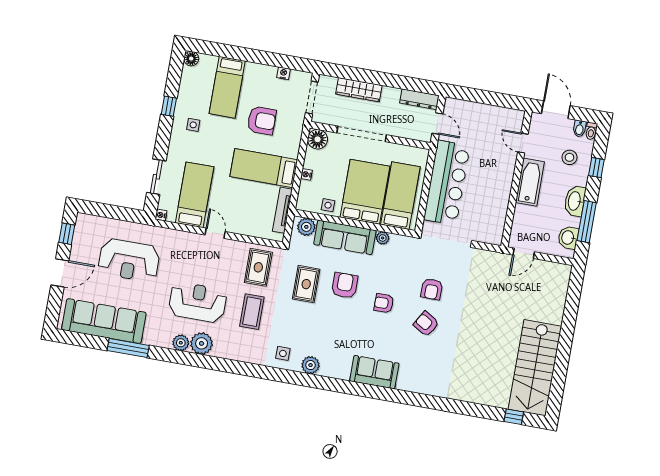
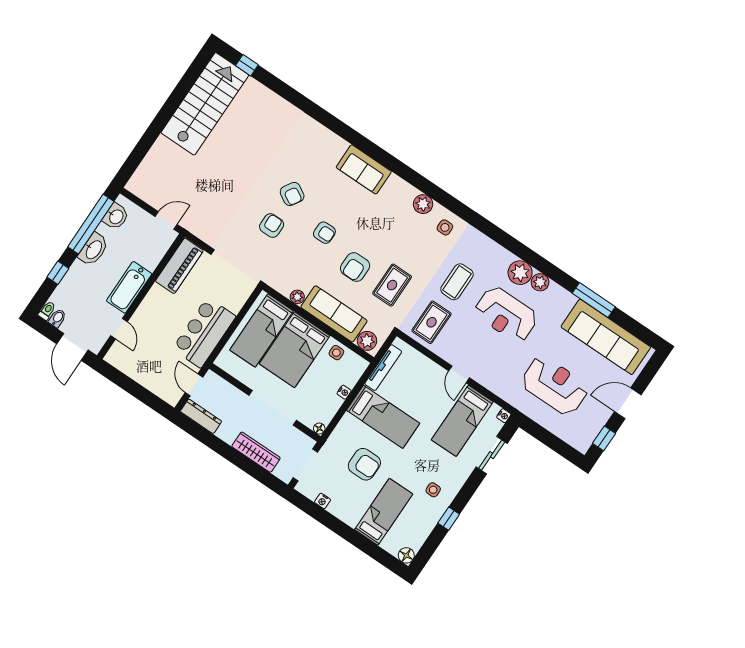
armchair: (262, 121) -> (364, 464), turned 180
floor lamp: (318, 139) -> (319, 428), width x0.53, depth x0.53
stool: (569, 157) -> (80, 294), removed
bar counter: (447, 183) -> (204, 333), width x0.73
piano: (495, 220) -> (179, 266), added
window: (587, 222) -> (91, 224), width x1.46

